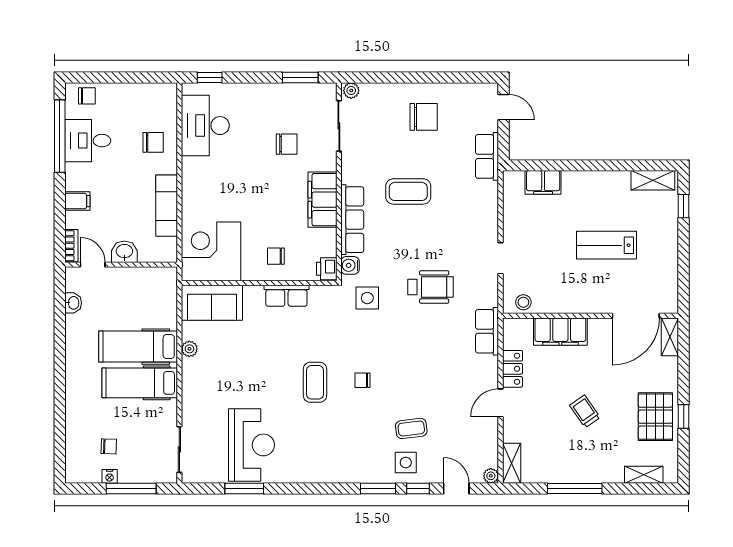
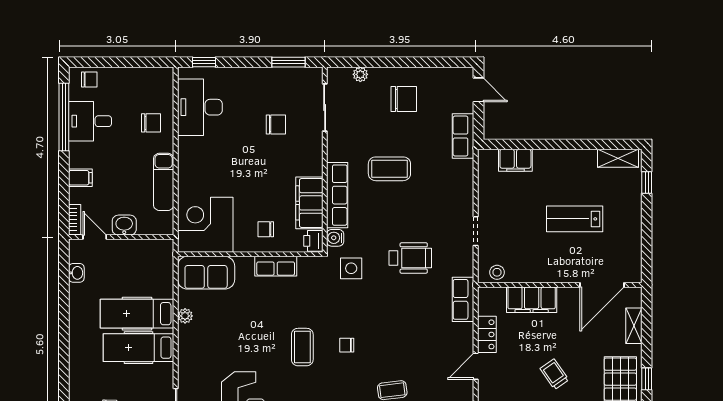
plant: (351, 91) -> (360, 74), moved
filing cabinet: (322, 200) -> (309, 203), moved
shelving: (670, 337) -> (634, 326), moved

